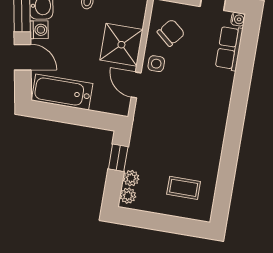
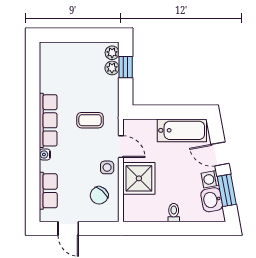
water cooler: (238, 19) -> (45, 155), moved
row of seats: (215, 130) -> (48, 120), added
window: (118, 158) -> (126, 67), moved
coffee table: (184, 188) -> (90, 120), moved

